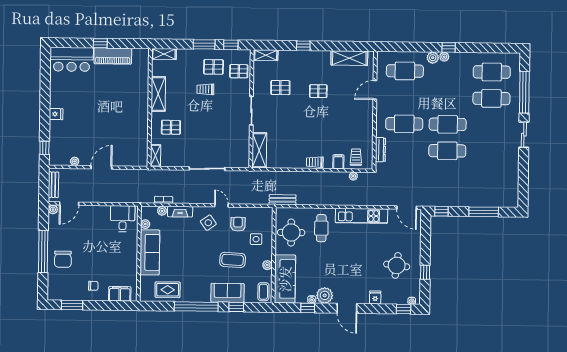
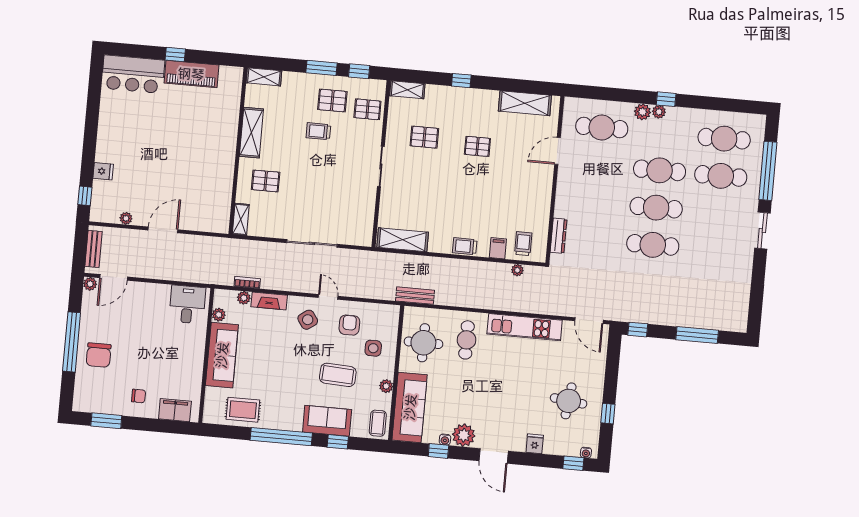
fridge: (56, 114) -> (103, 171), moved
cafe table: (404, 124) -> (660, 170), moved
shelving: (259, 150) -> (403, 240), moved, turned 90

